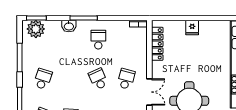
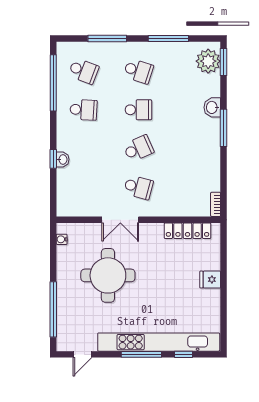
school desk: (98, 40) -> (138, 110), moved

